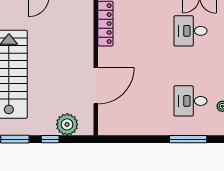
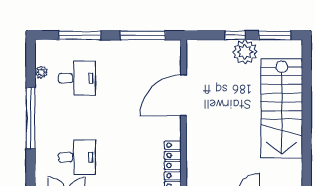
plant: (67, 124) -> (245, 52), moved
window: (132, 139) -> (143, 35), added

